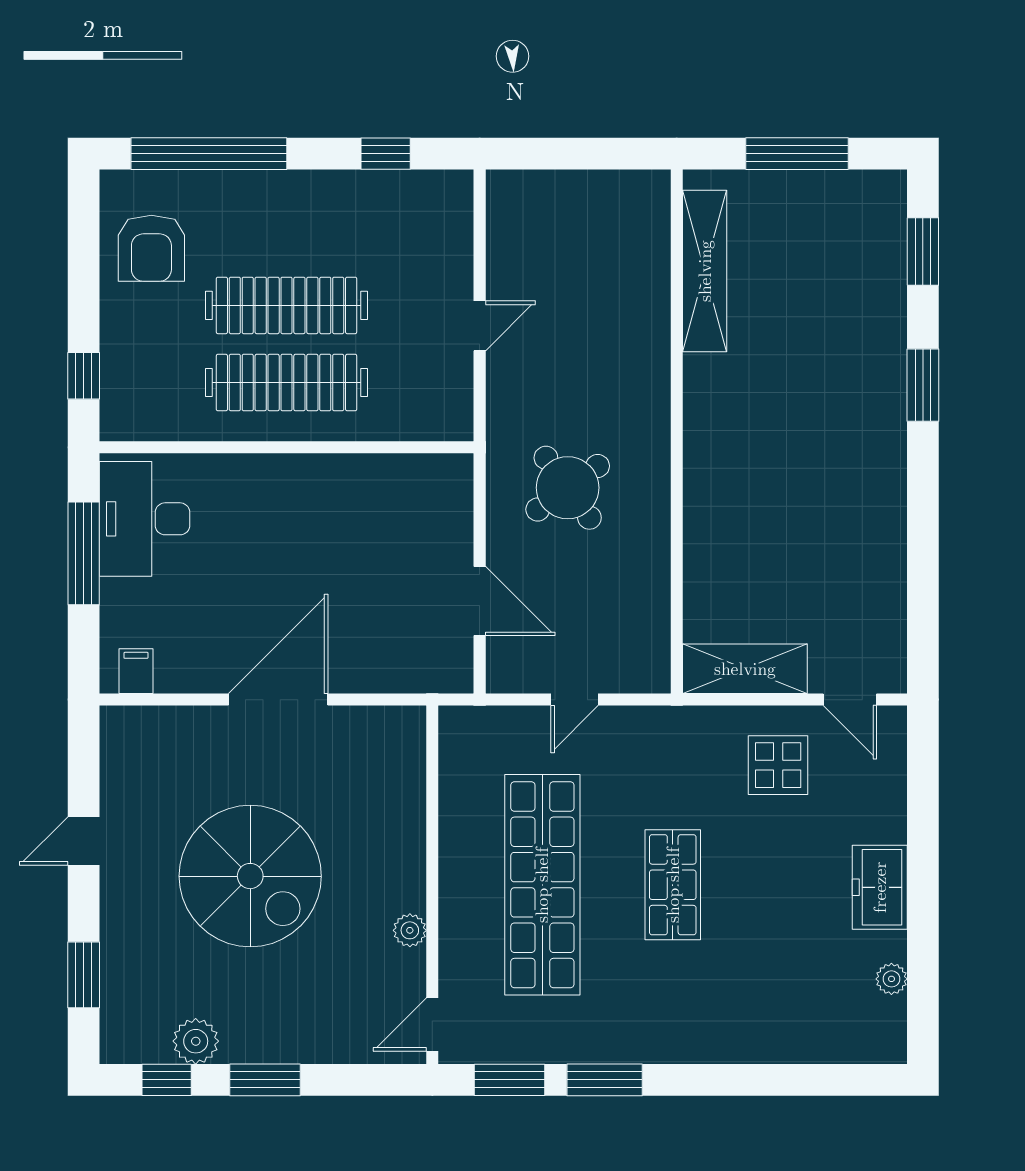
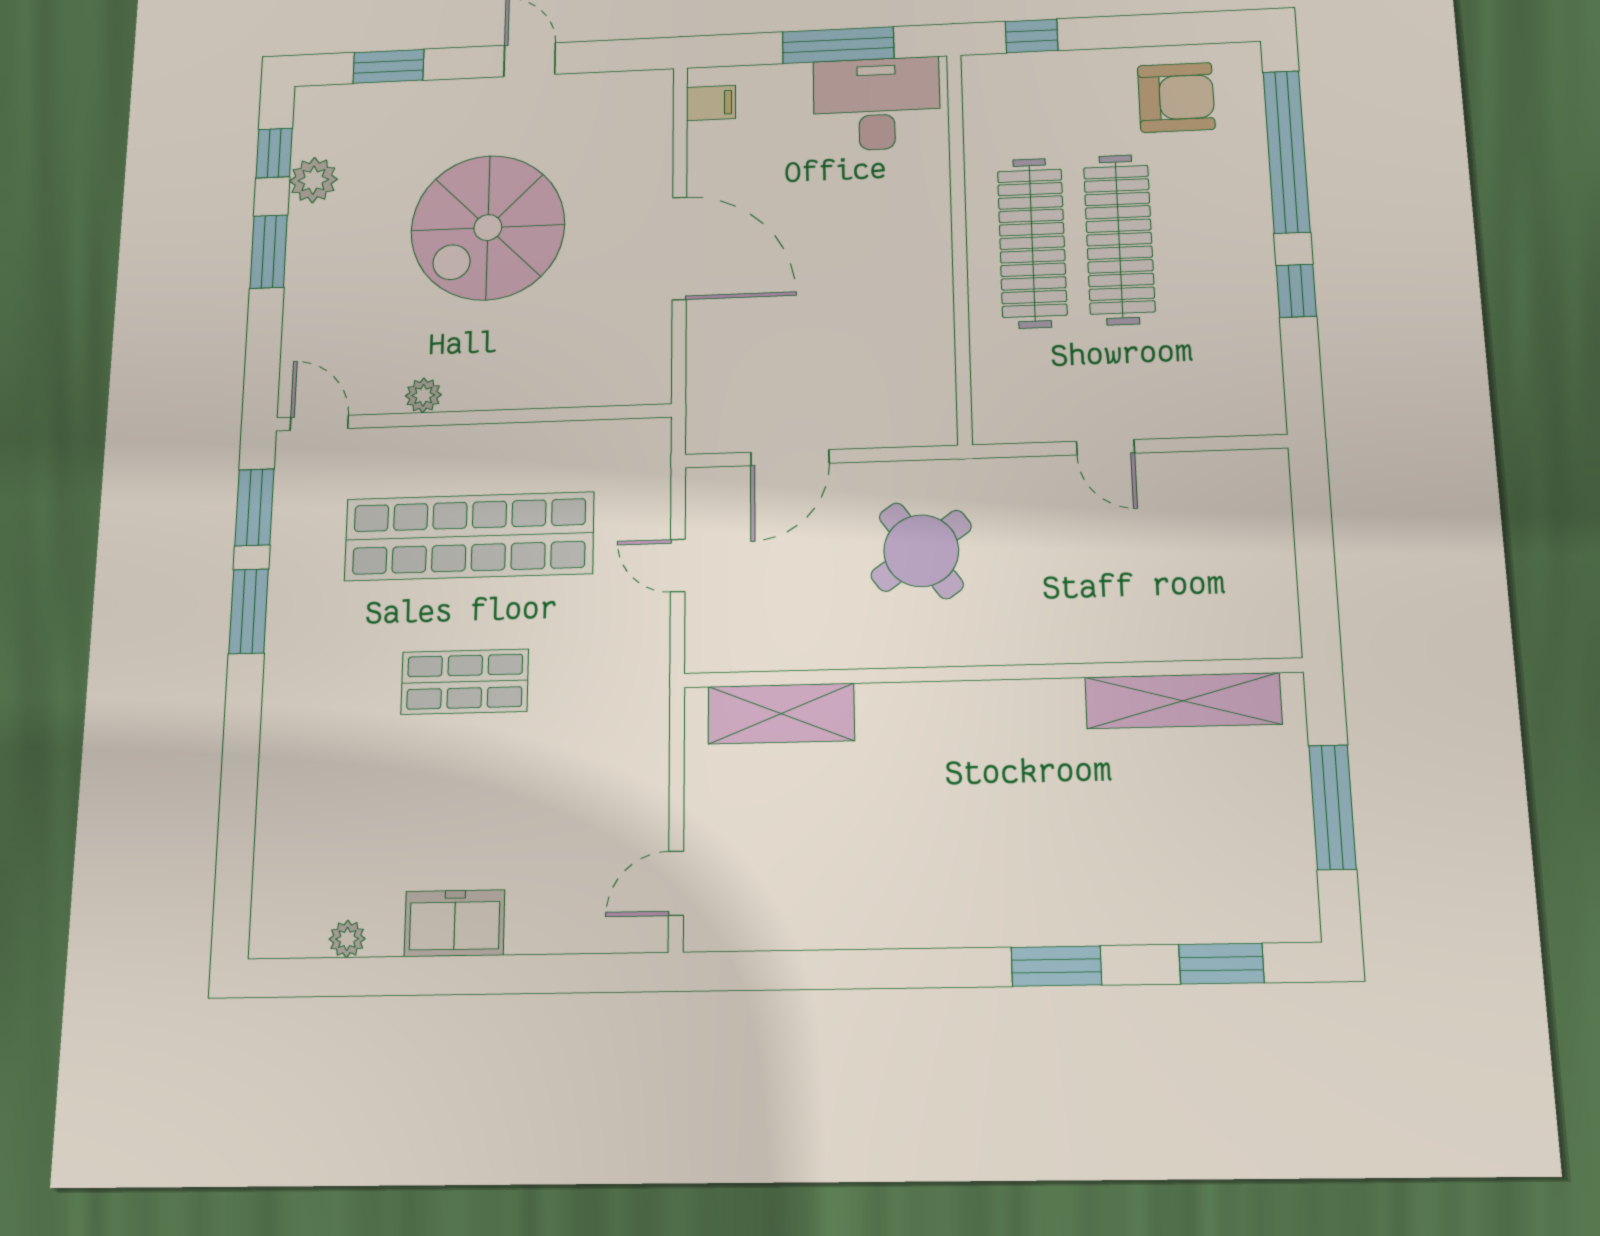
window: (386, 154) -> (1296, 291), moved
armchair: (151, 248) -> (1176, 97), turned 180
shelving: (745, 669) -> (781, 714), moved, turned 90
display table: (778, 765) -> (600, 800), removed

